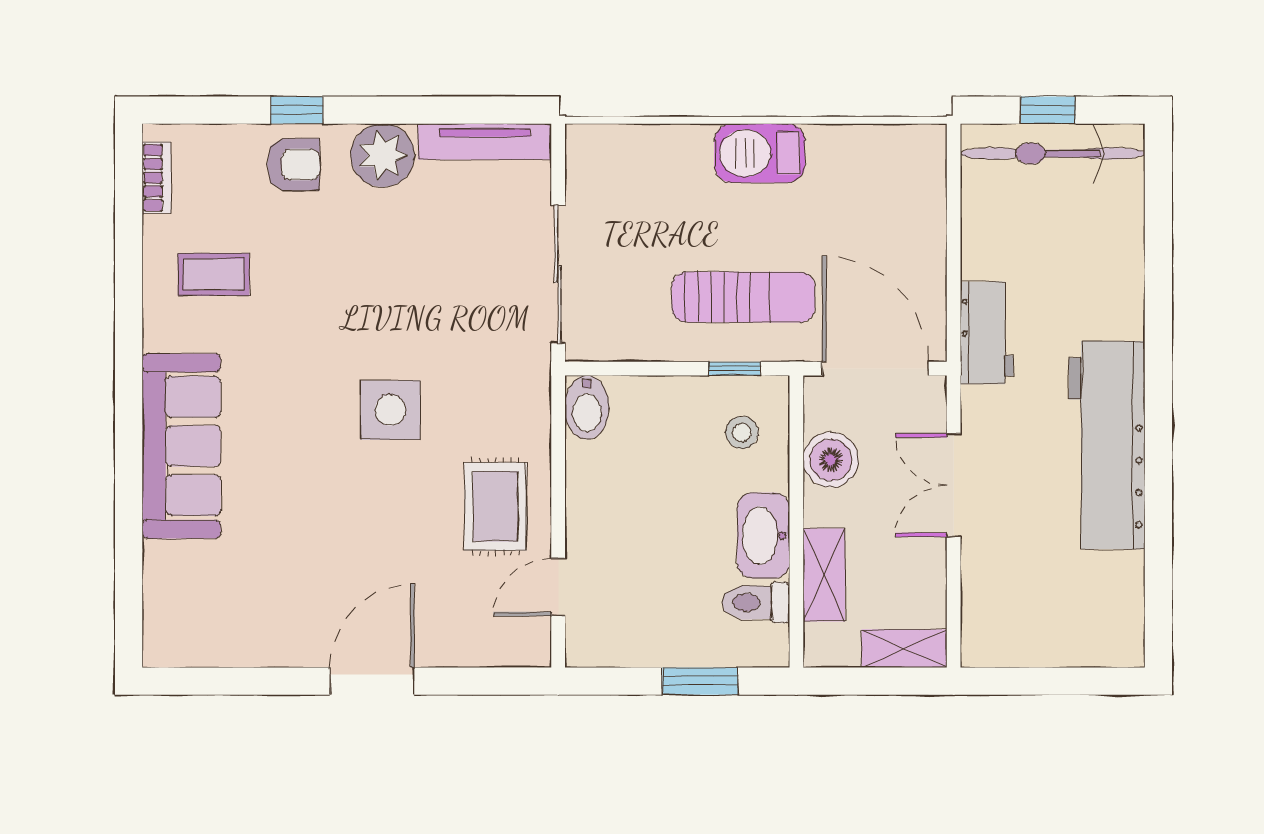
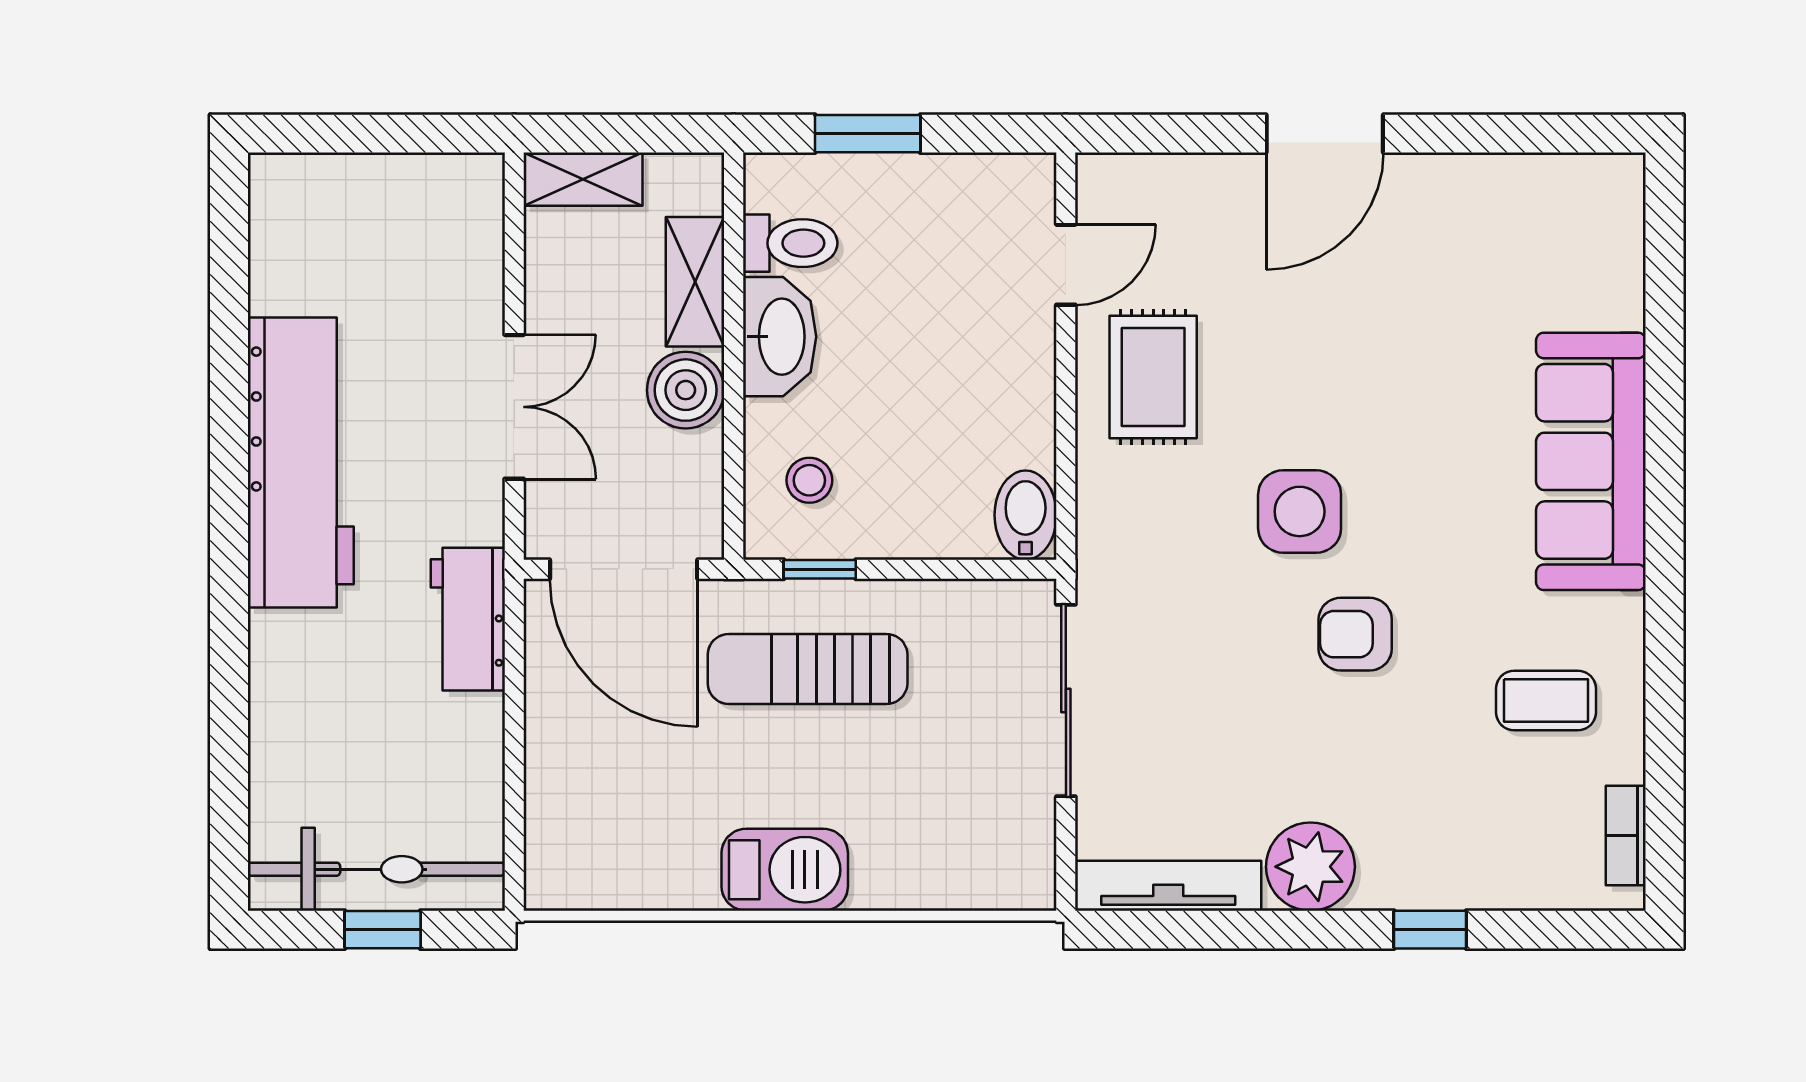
armchair: (293, 164) -> (1355, 634), moved
boiler: (831, 460) -> (686, 390), moved

